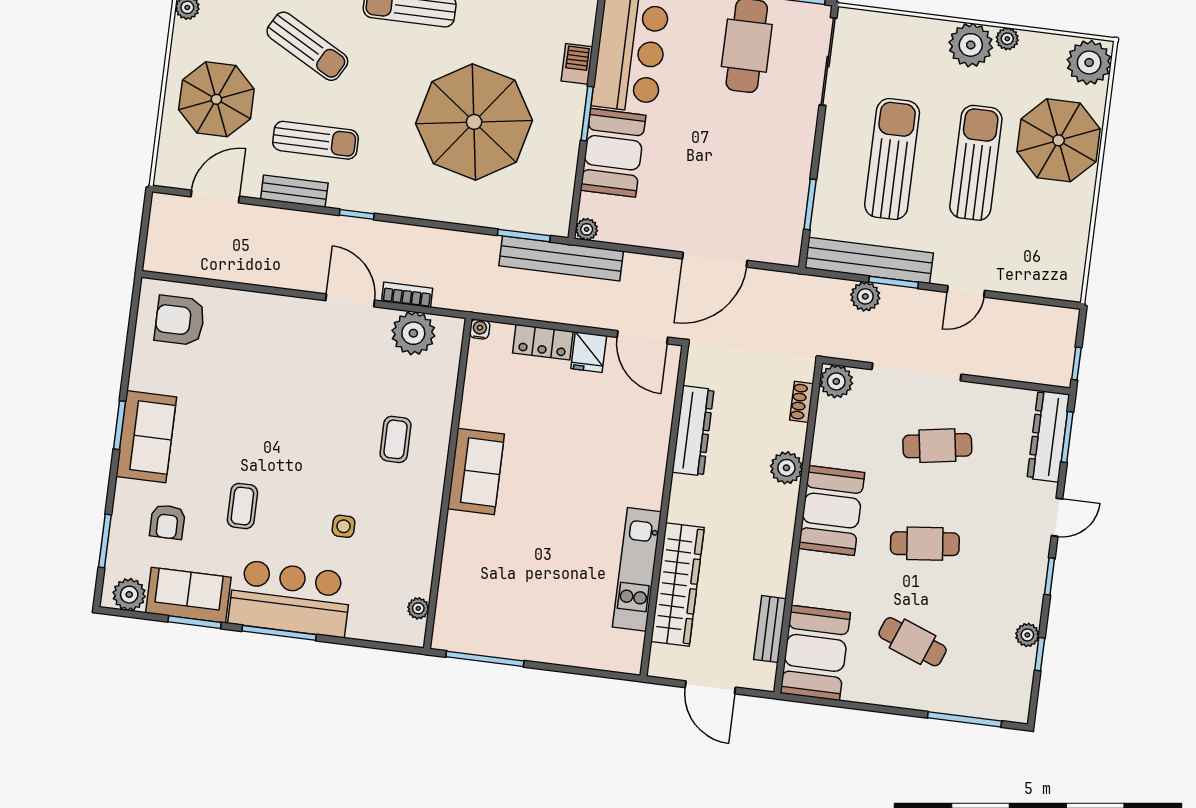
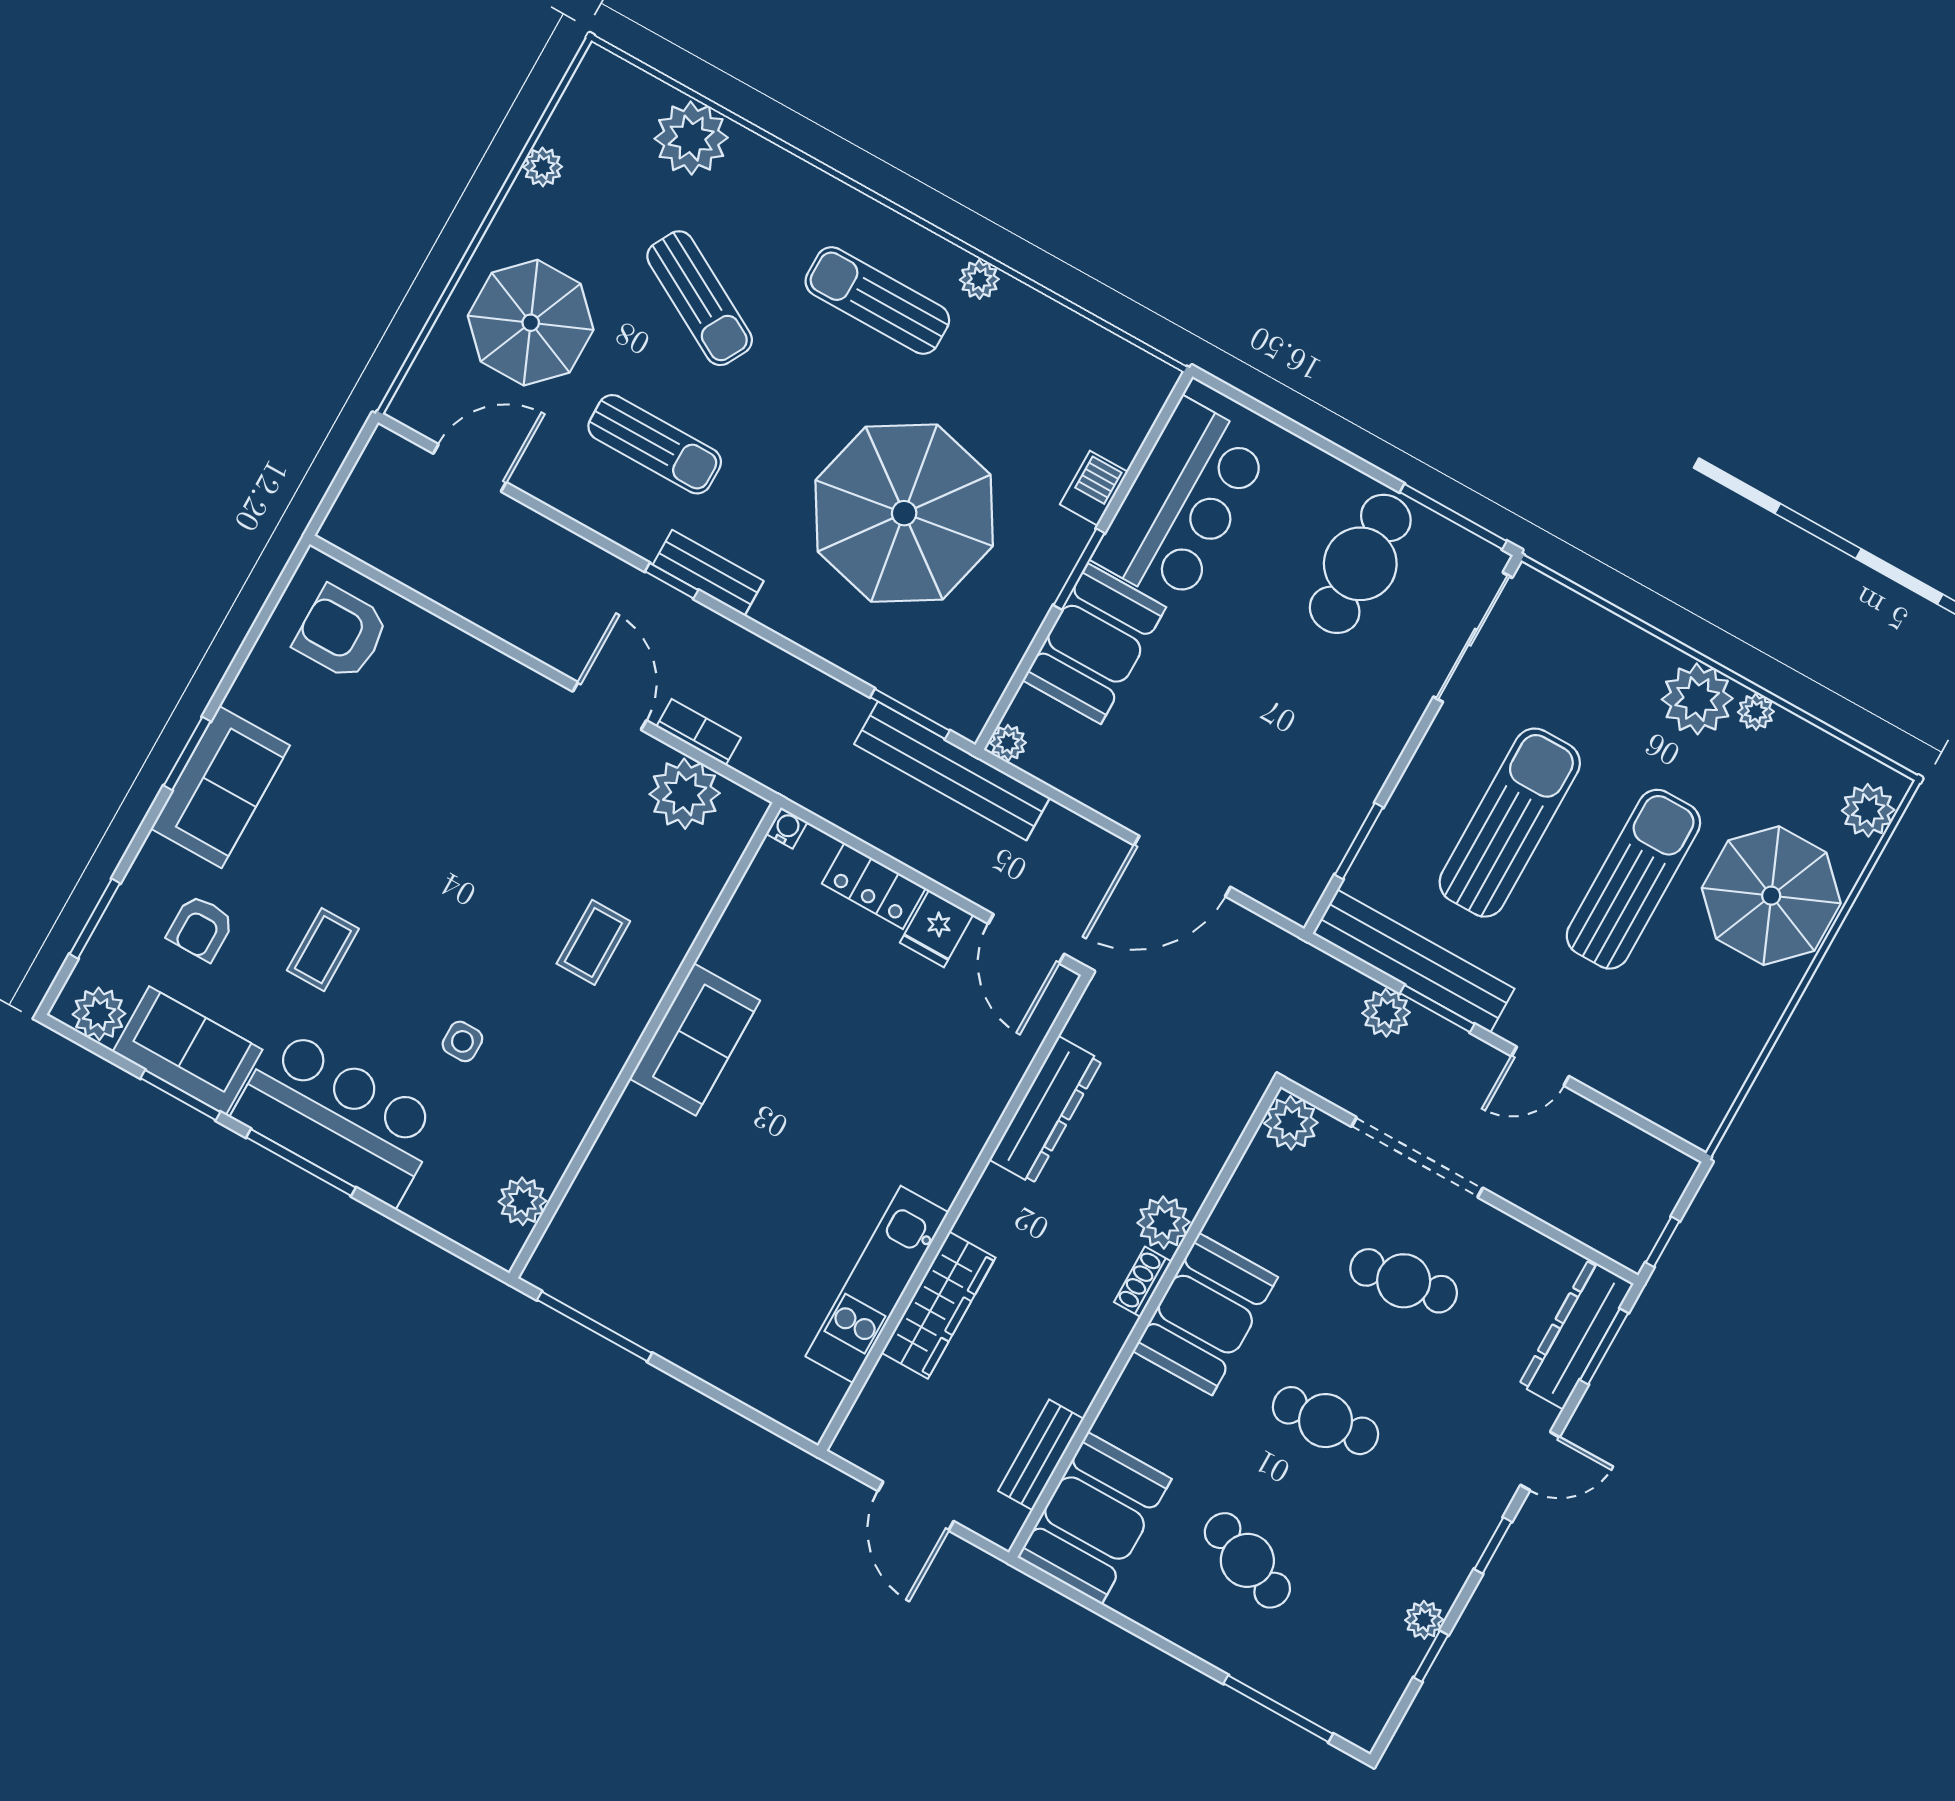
plant: (1089, 62) -> (1868, 810), width x0.73, depth x0.73
bench: (294, 191) -> (708, 573), moved
shoe rack: (802, 402) -> (1143, 1282), moved
wardrobe: (677, 584) -> (938, 1305), width x0.71, depth x0.85
plant: (418, 608) -> (522, 1201), width x1.38, depth x1.38

